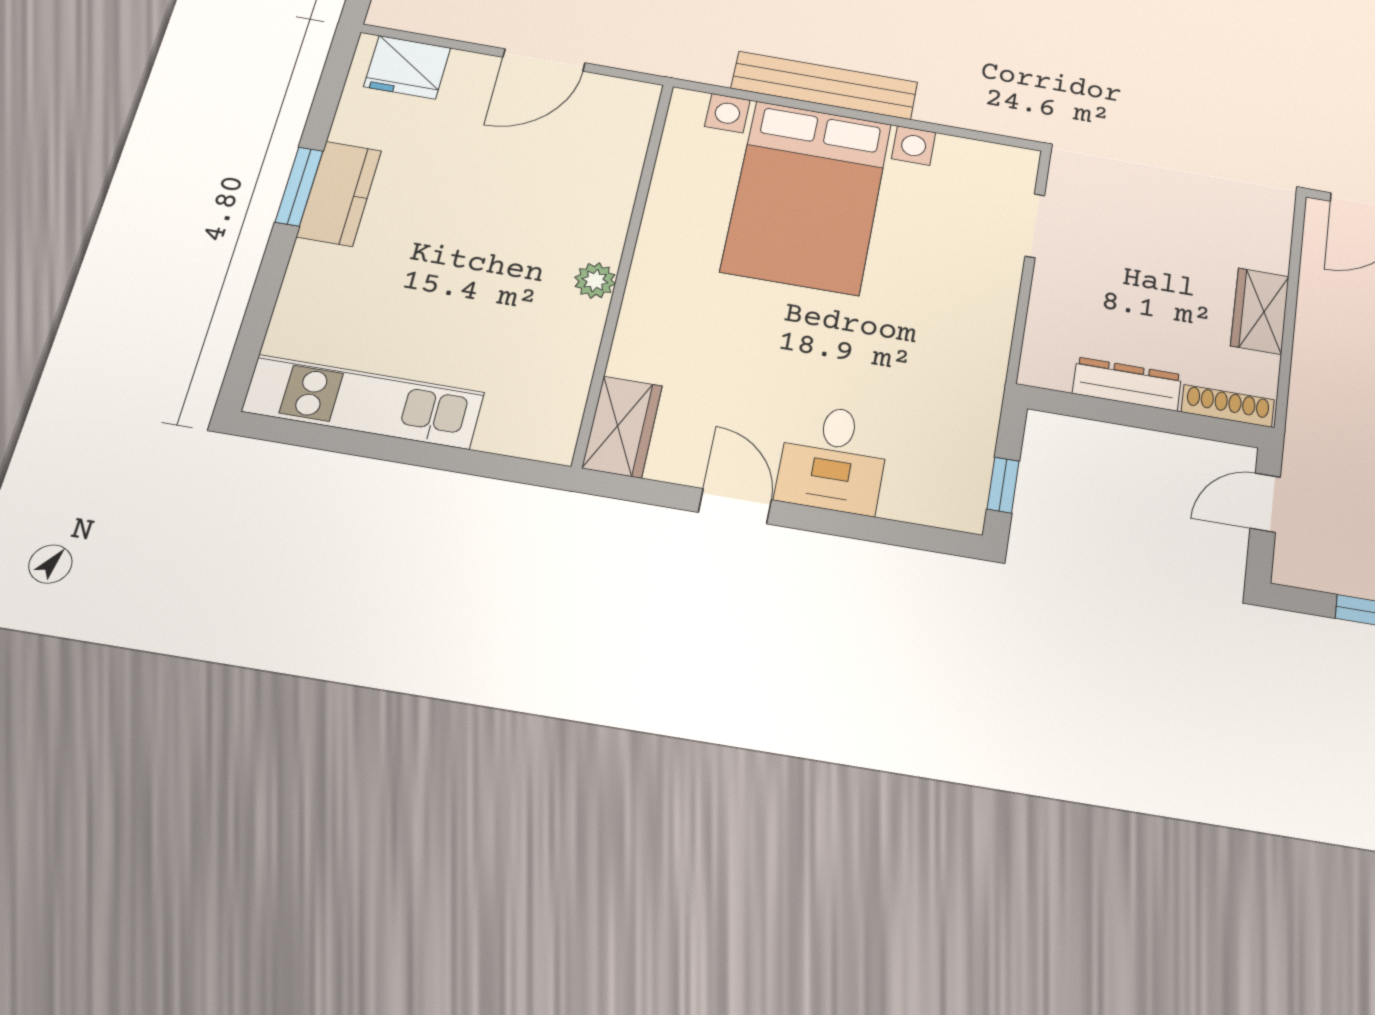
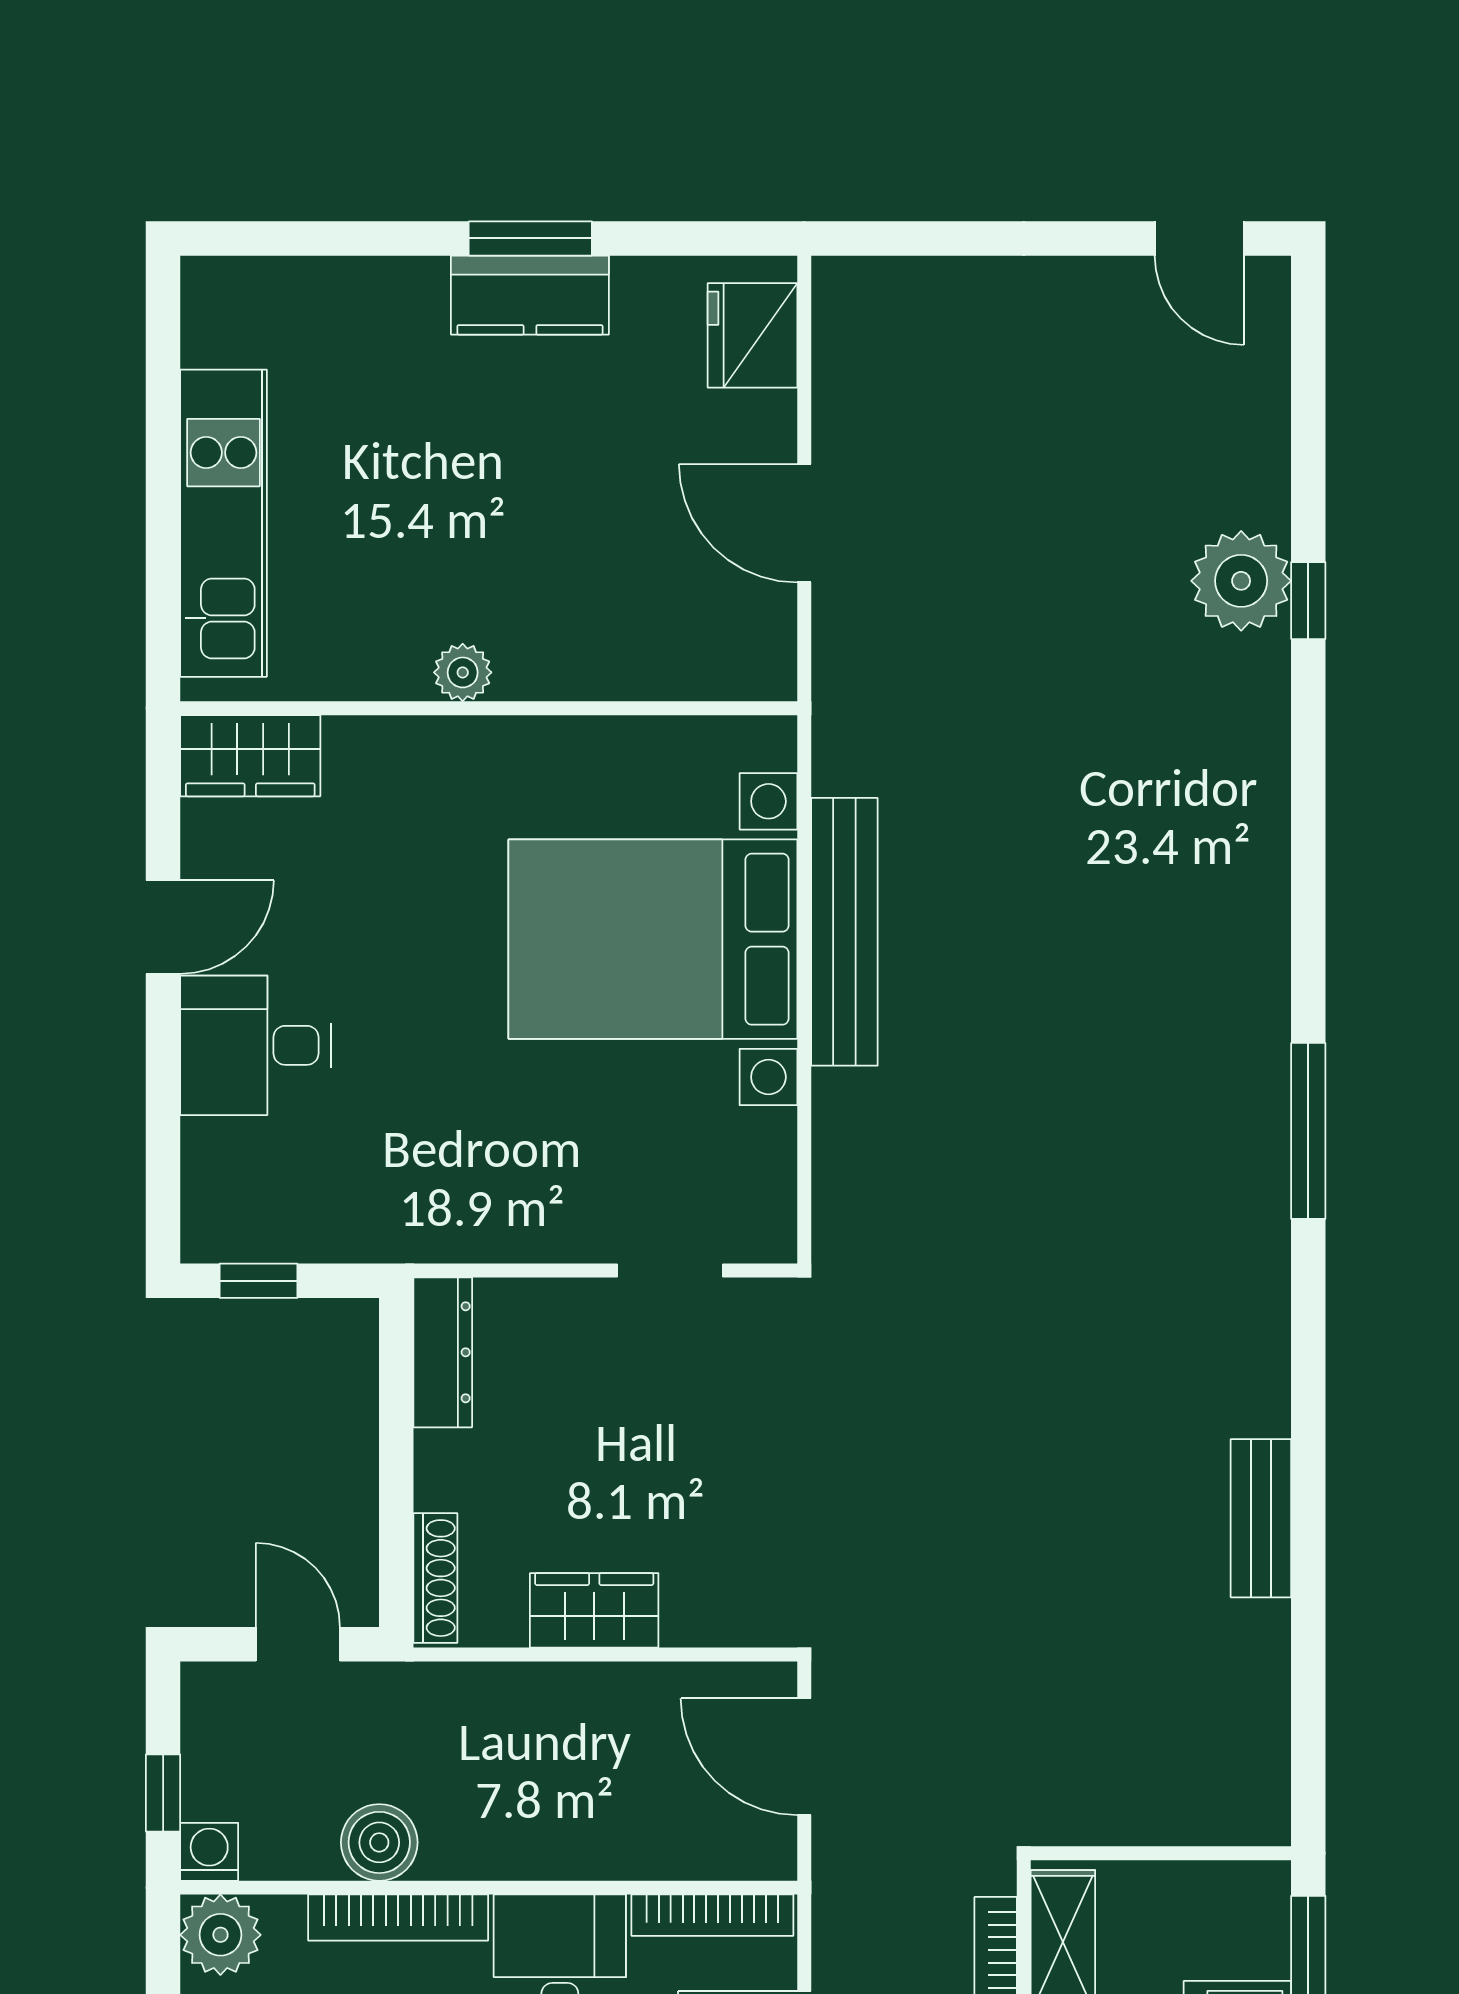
dresser: (1127, 384) -> (443, 1352), moved
kitchen unit: (364, 402) -> (223, 523), moved

